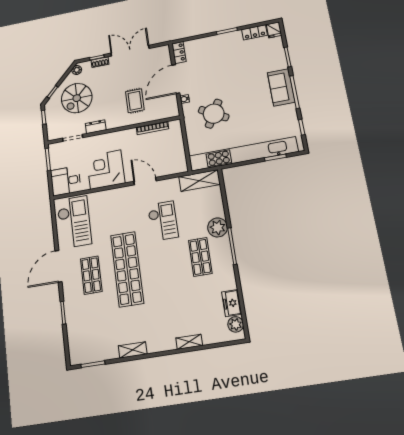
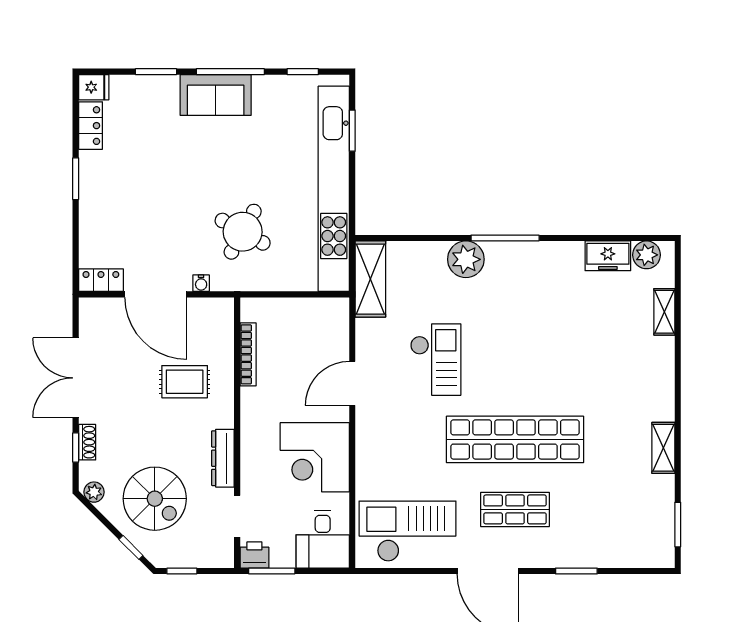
dresser: (96, 127) -> (223, 458), width x1.44
printer: (55, 150) -> (254, 555), added
checkout: (163, 221) -> (436, 360), turned 90
shop shelf: (200, 257) -> (515, 300), removed
shelving: (189, 342) -> (664, 312), moved

